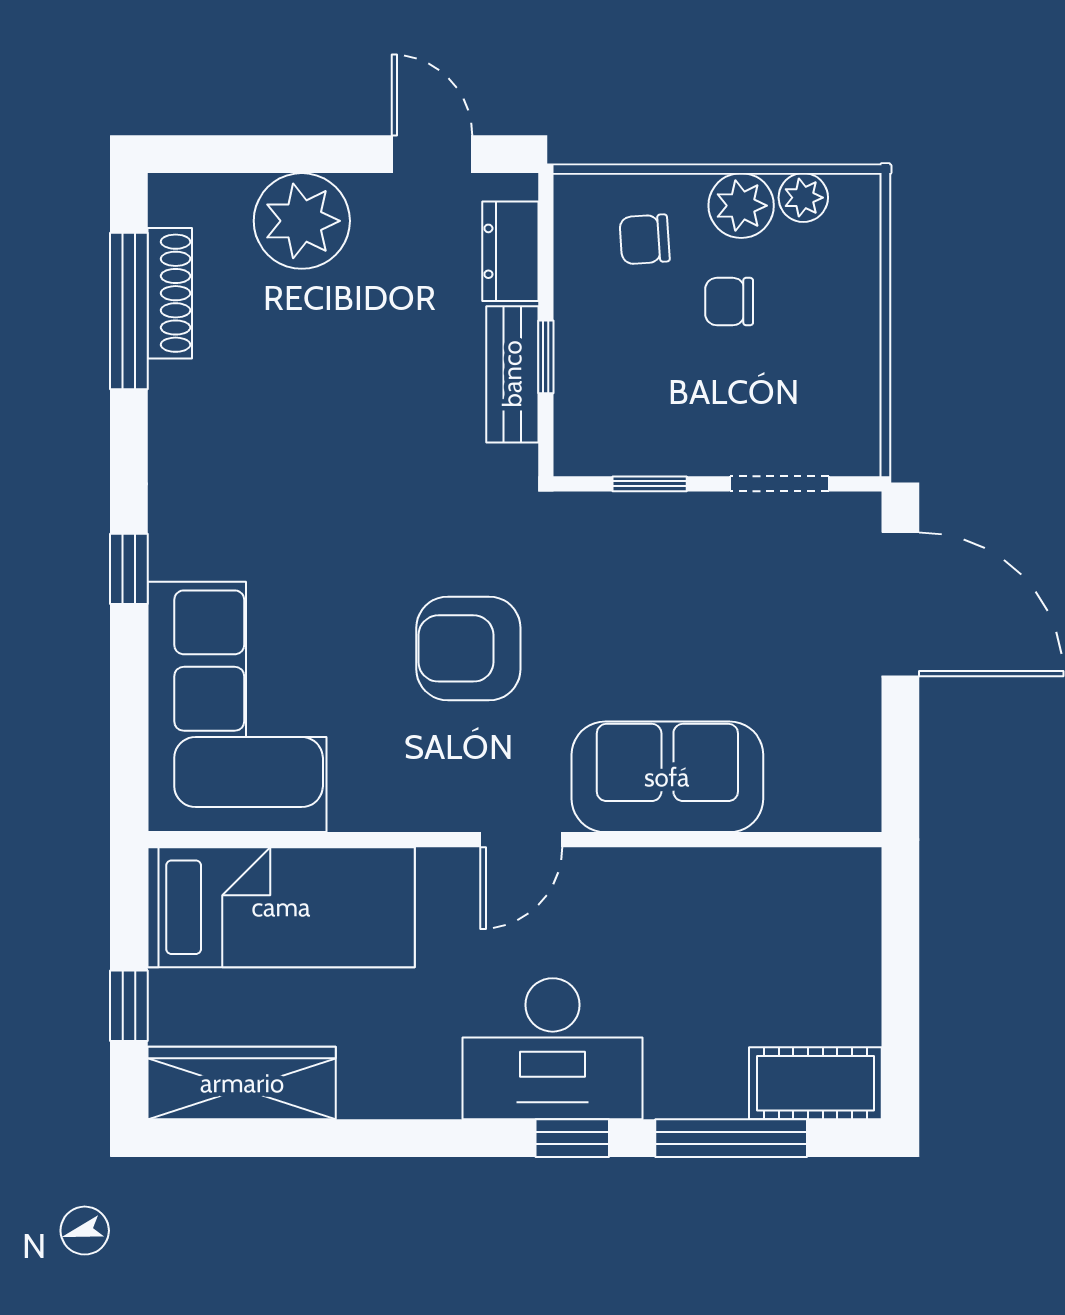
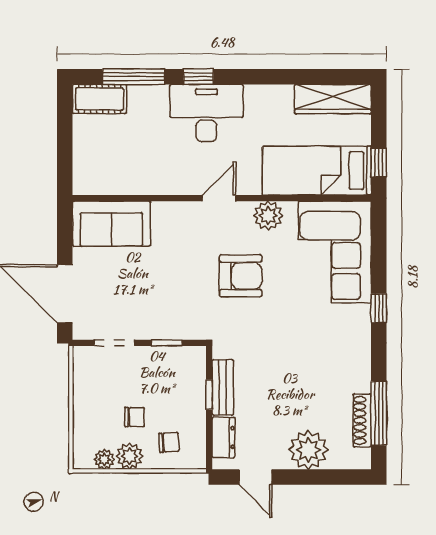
sofa: (667, 777) -> (111, 224), moved
plant: (401, 796) -> (268, 216), added
window: (129, 1006) -> (379, 163), moved

